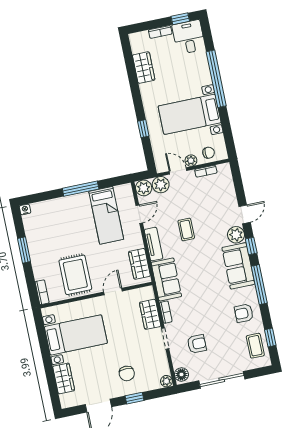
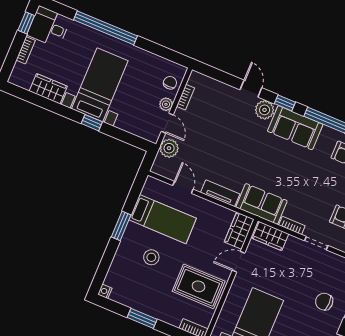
bed with nightstands: (190, 114) -> (100, 85), moved, turned 180
window: (143, 129) -> (92, 123), moved
door: (178, 171) -> (167, 123), swing flipped
plant: (144, 188) -> (161, 166), removed
window: (81, 189) -> (121, 226), width x0.69
stool: (73, 226) -> (151, 257), added
coffee table: (186, 229) -> (227, 153), removed
wardrobe: (139, 264) -> (239, 231), moved, turned 90
door: (113, 292) -> (238, 262), hinge flipped
wardrobe: (150, 314) -> (270, 236), moved
chair: (127, 373) -> (324, 302), turned 180

